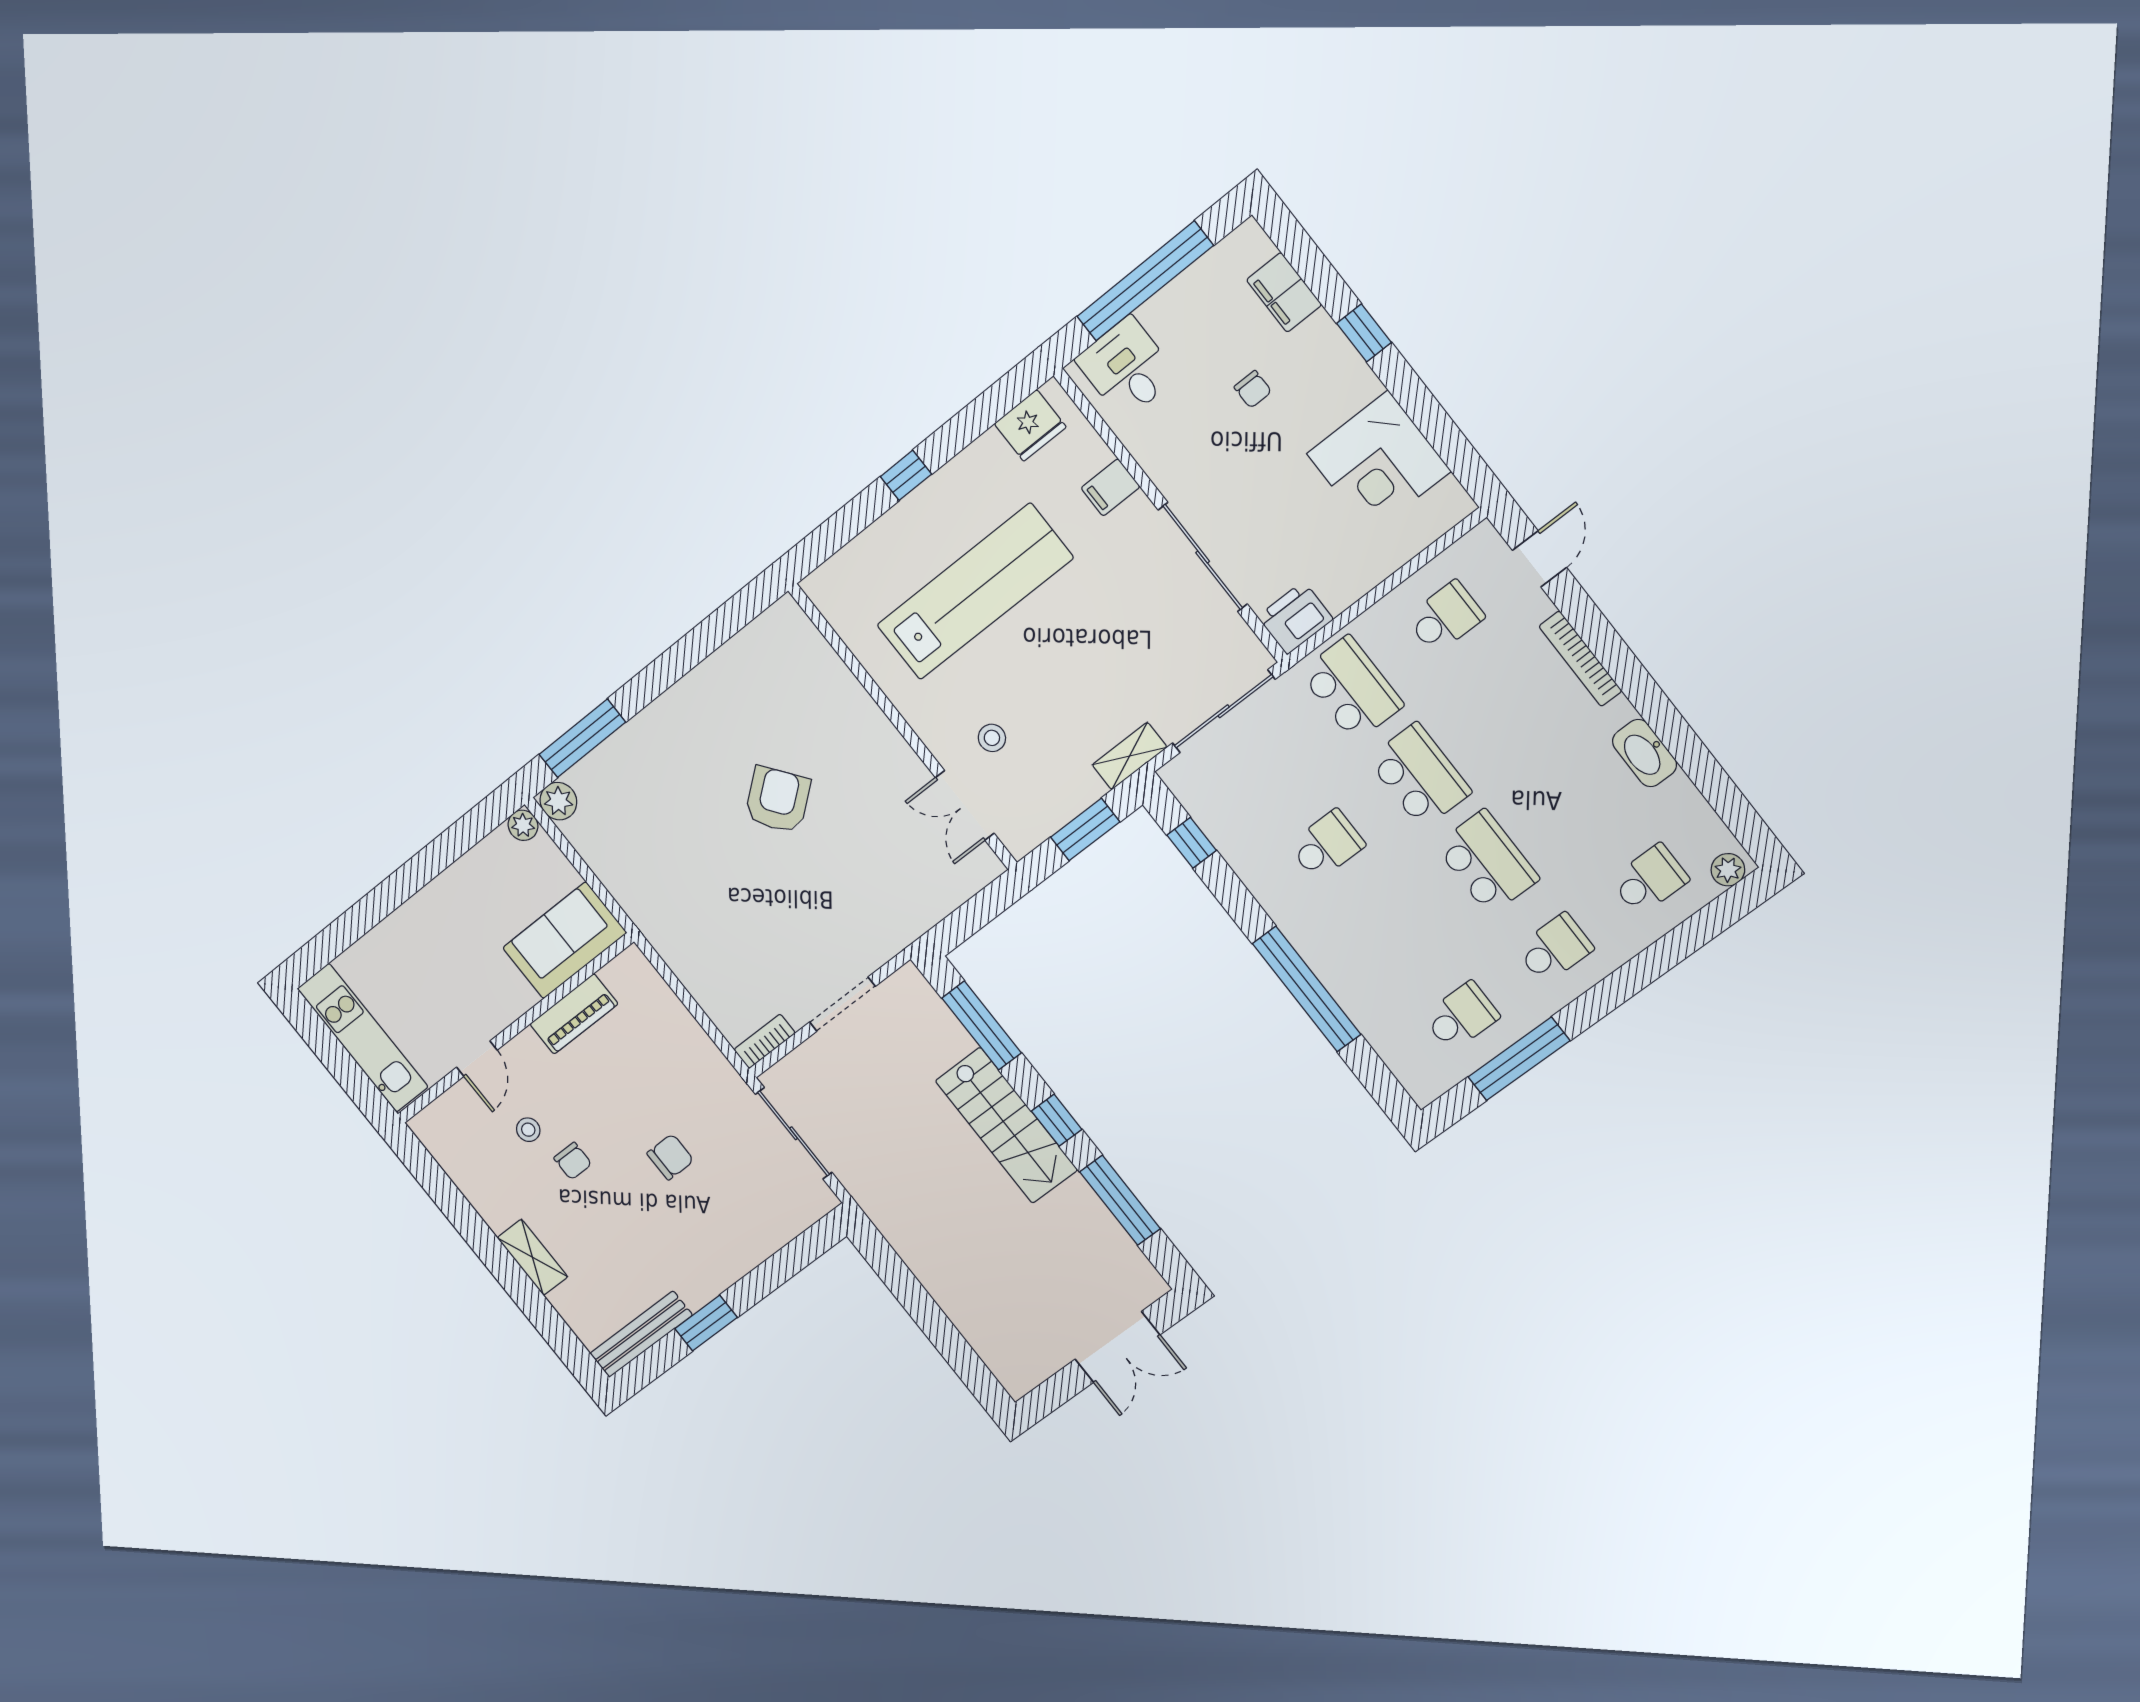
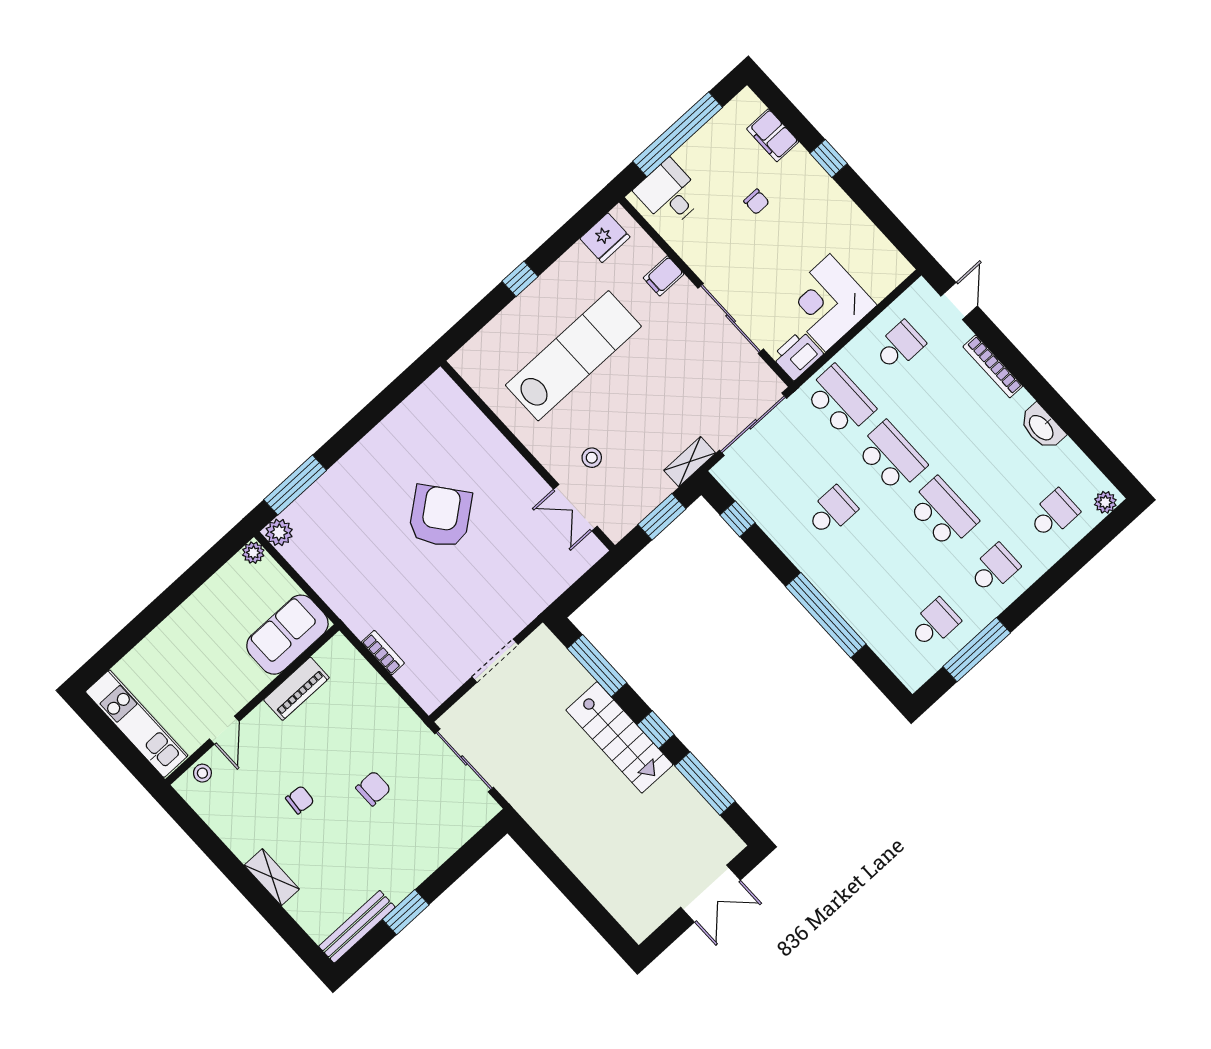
corner desk: (1379, 463) -> (828, 303), moved, turned 90
armchair: (778, 800) -> (440, 516), width x1.36, depth x1.36
bookcase: (765, 1041) -> (383, 653), moved, turned 90
stool: (528, 1130) -> (202, 773), moved
chair: (573, 1161) -> (300, 800), turned -85

